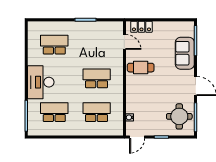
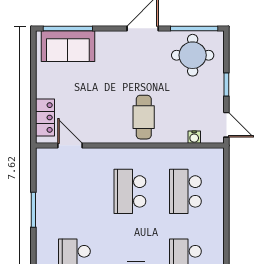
door: (124, 42) -> (70, 145), hinge flipped
sofa: (185, 53) -> (68, 46), moved
cafe table: (141, 68) -> (144, 117), moved

